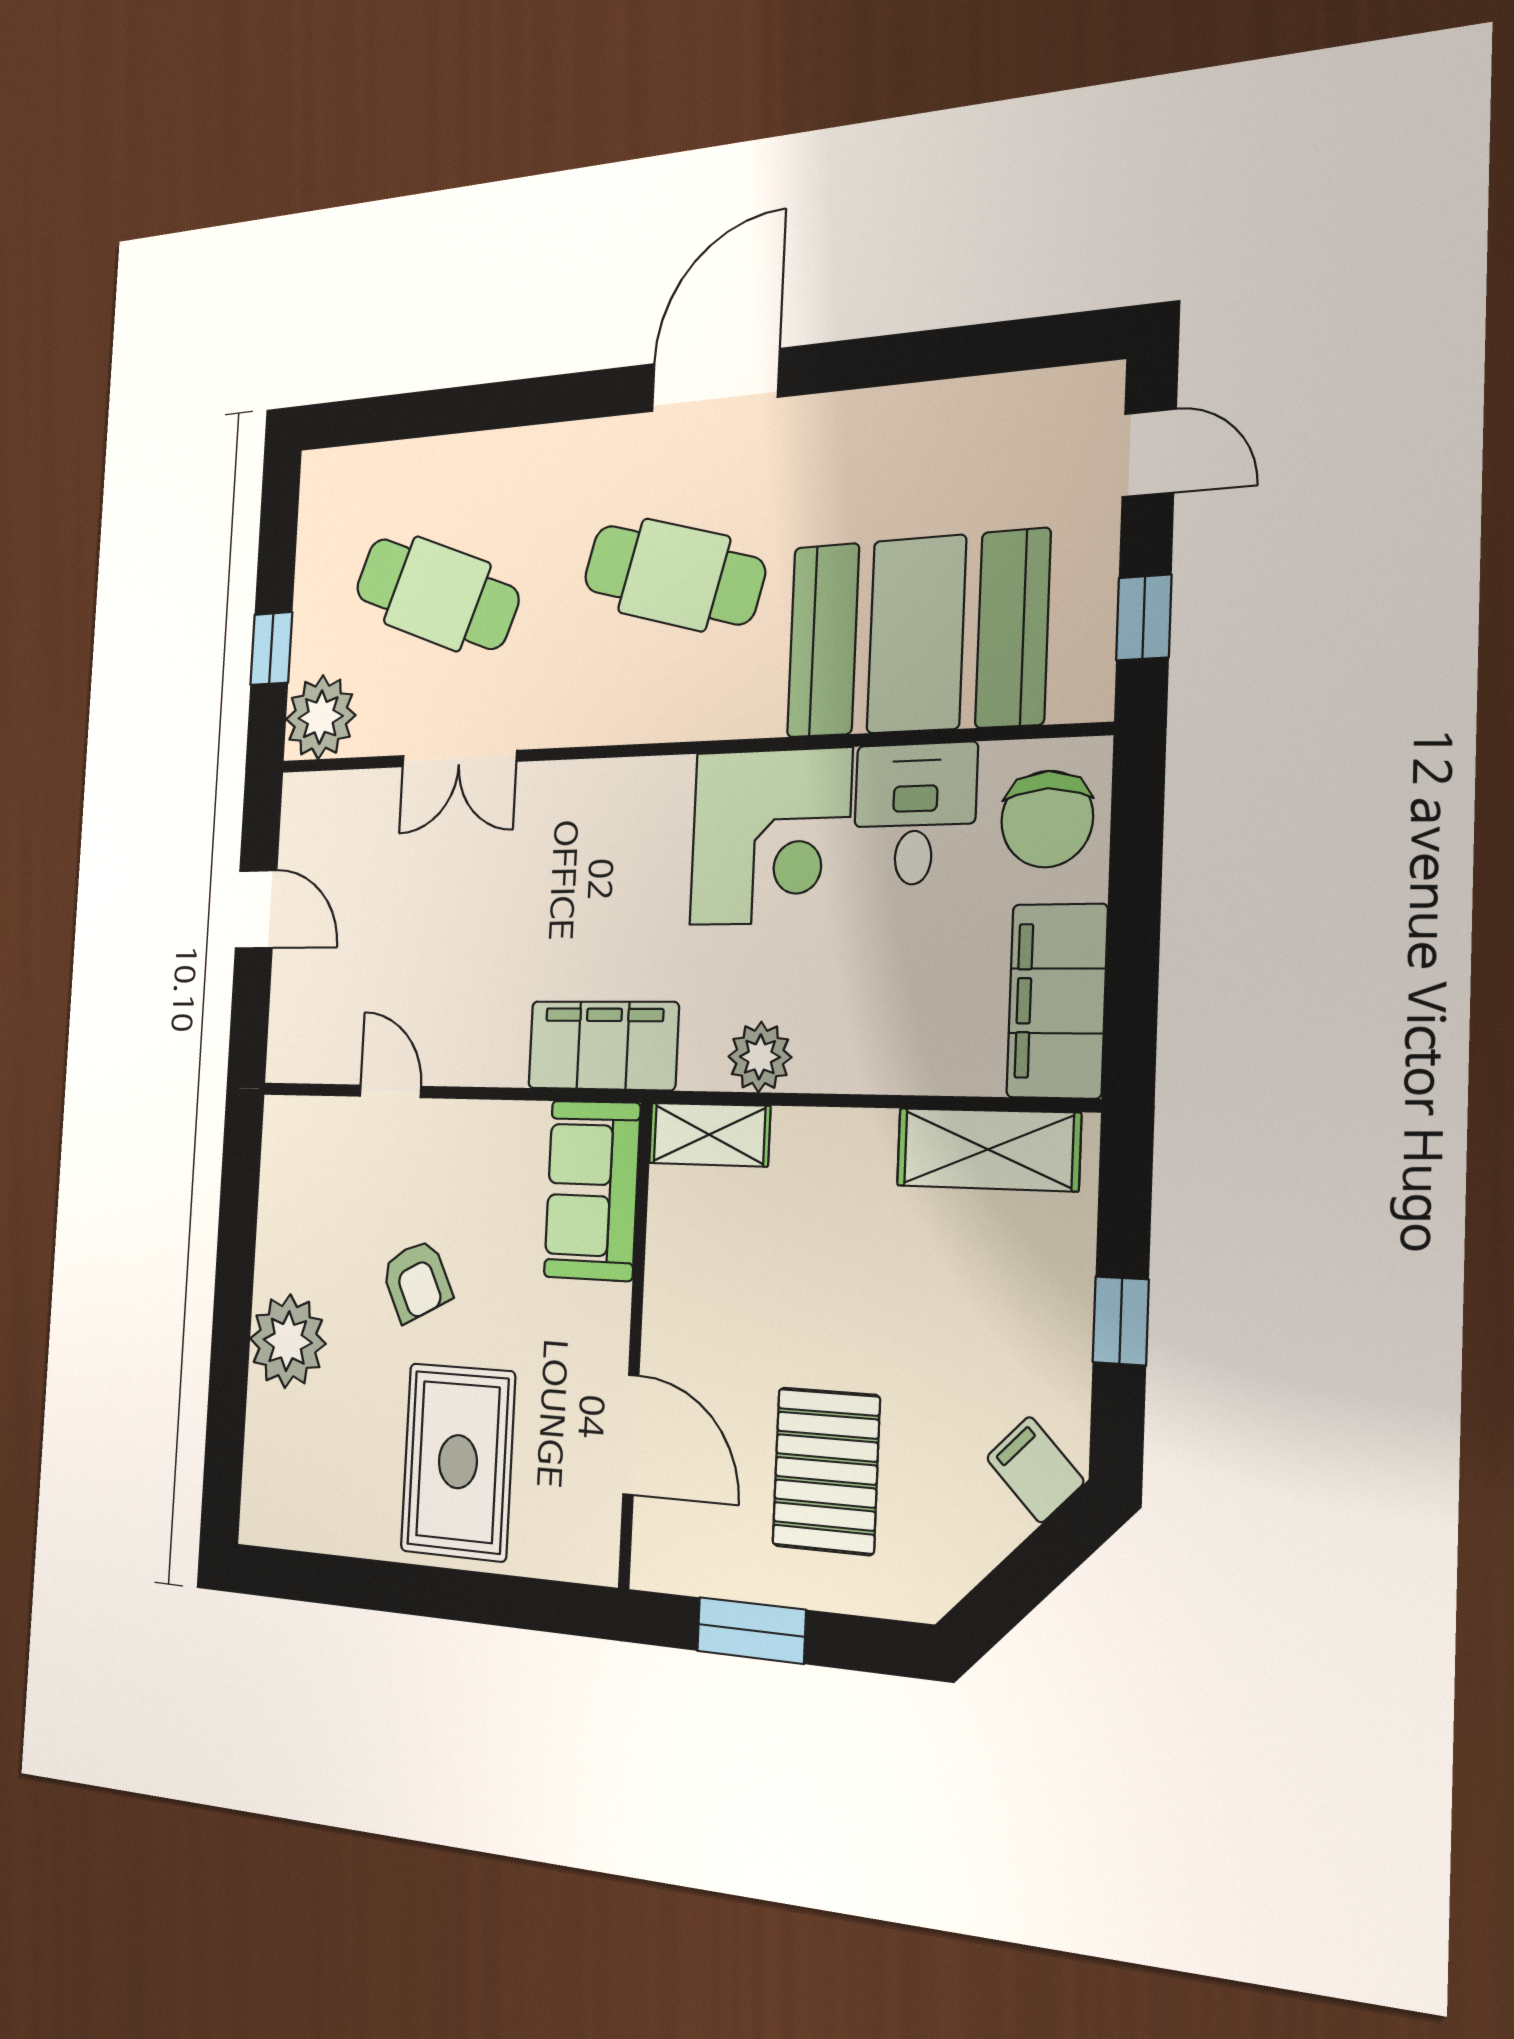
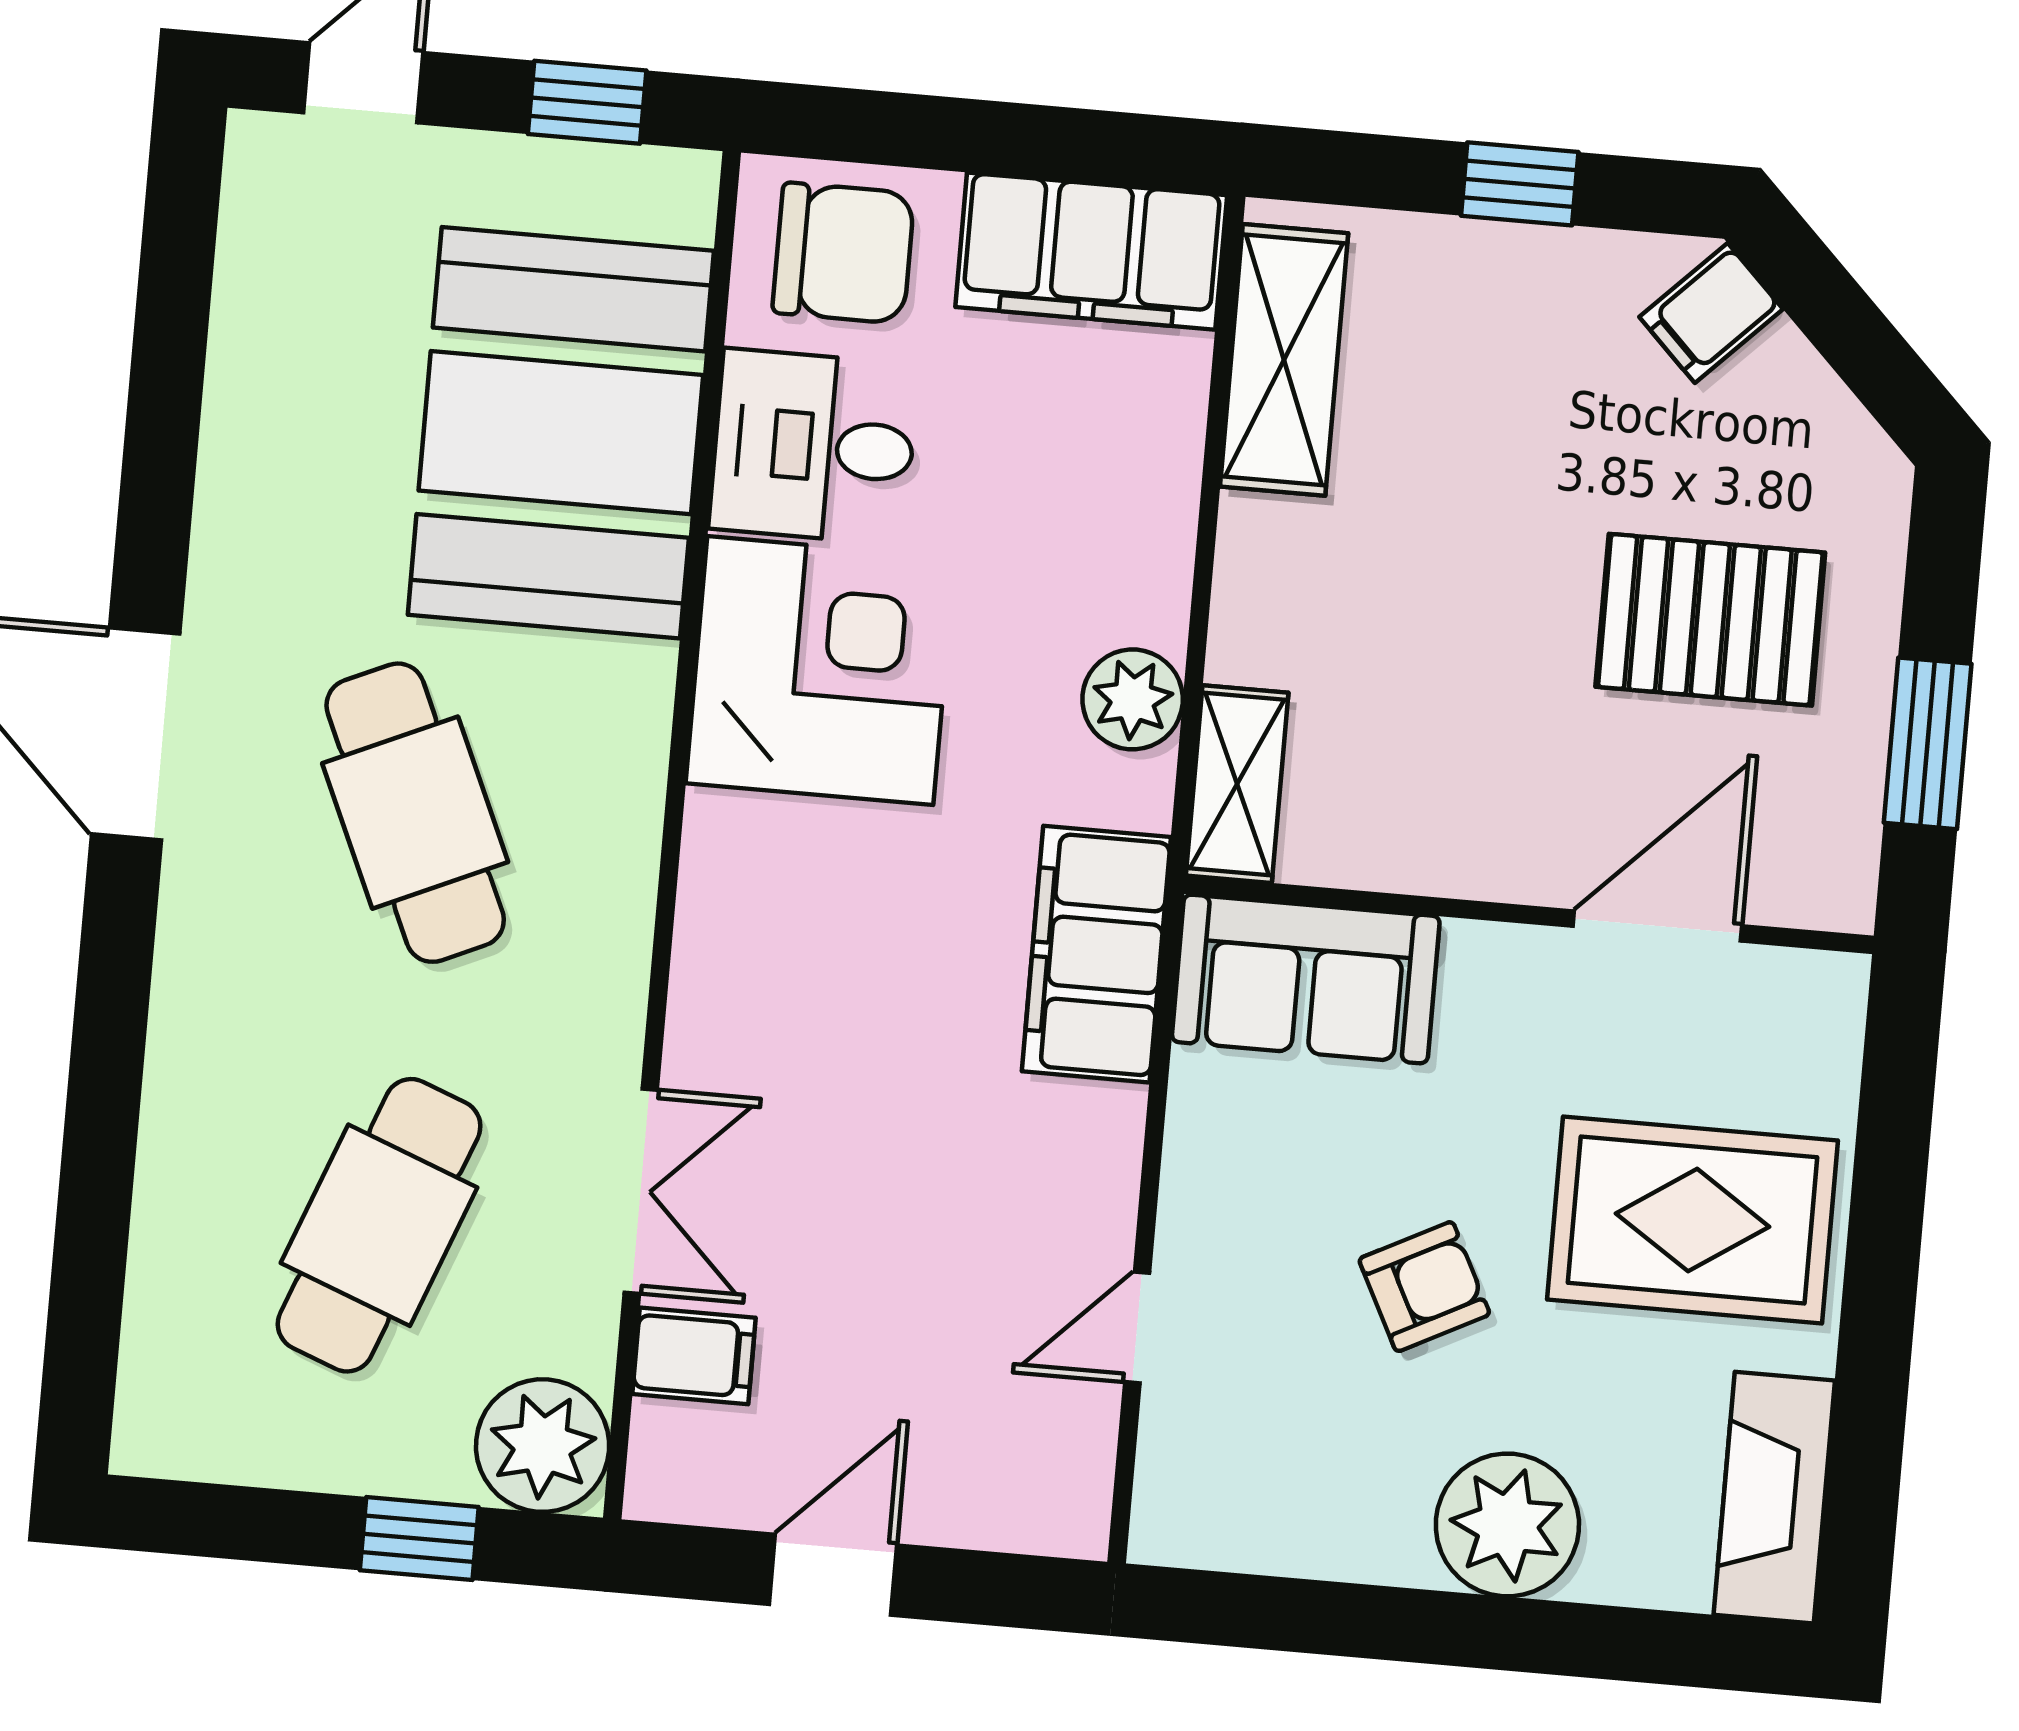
cafe table: (674, 575) -> (415, 813), turned -39
filing cabinet: (370, 806) -> (694, 1356), added
fireplace: (305, 1518) -> (1774, 1498), added

